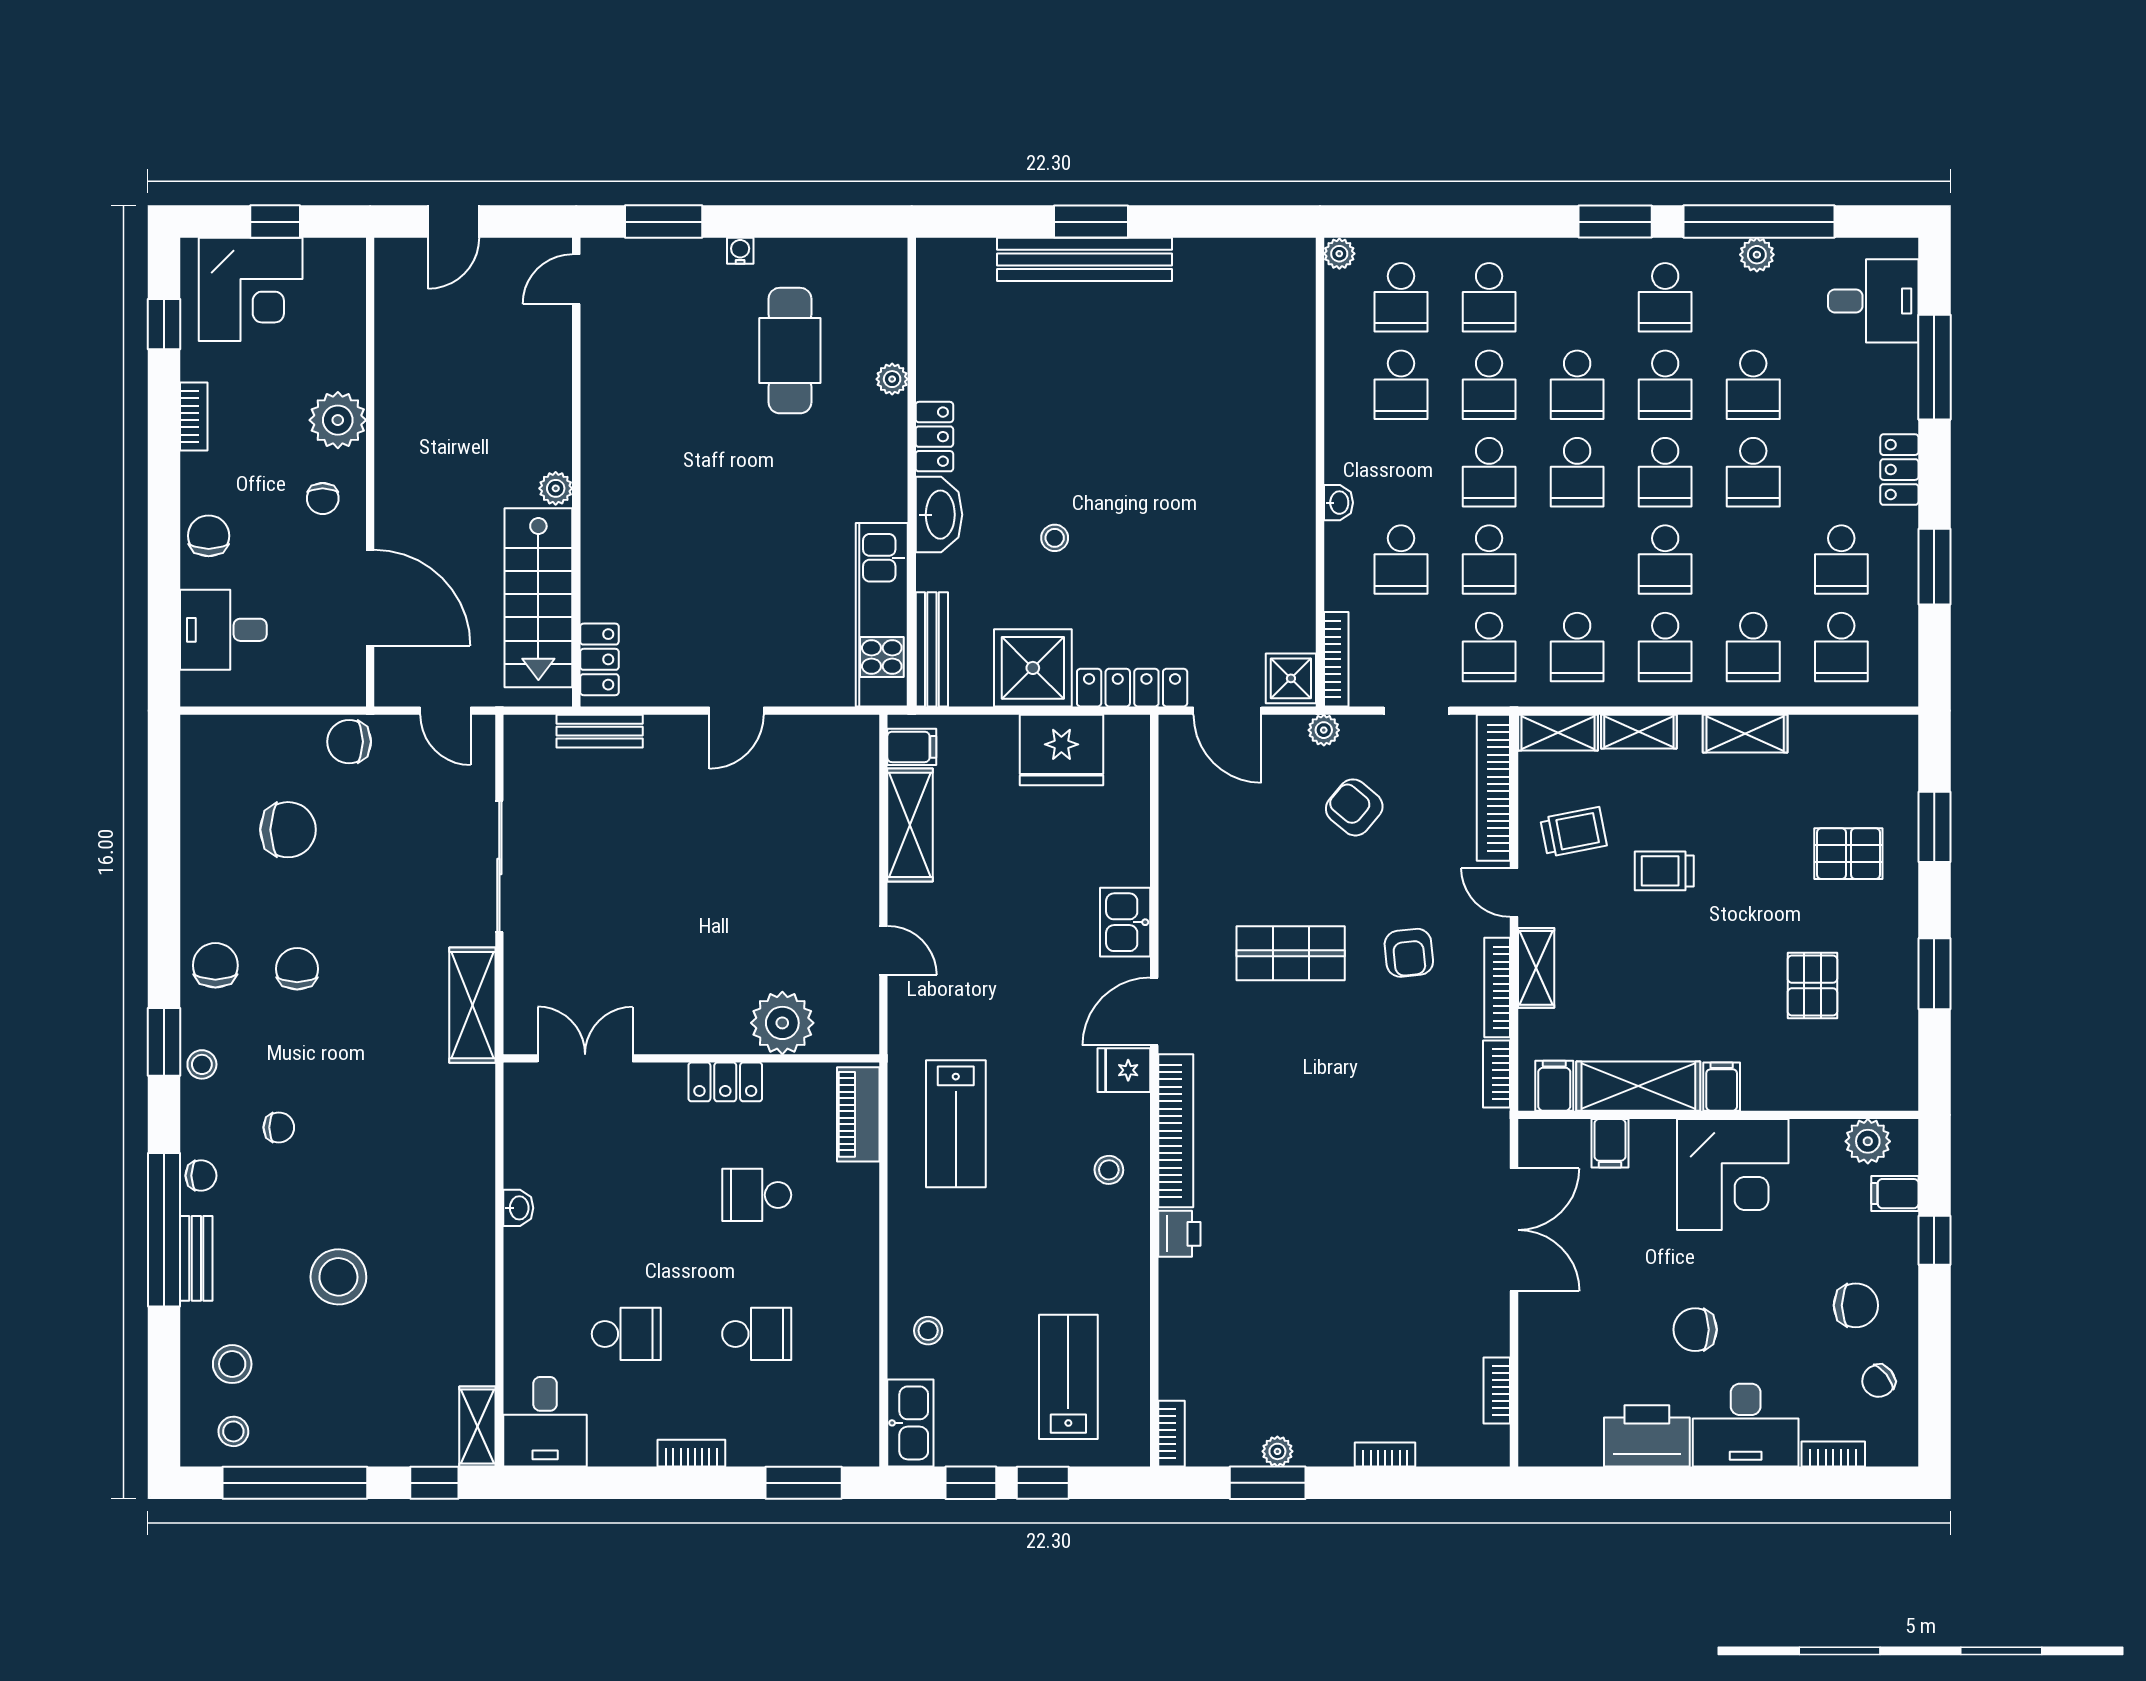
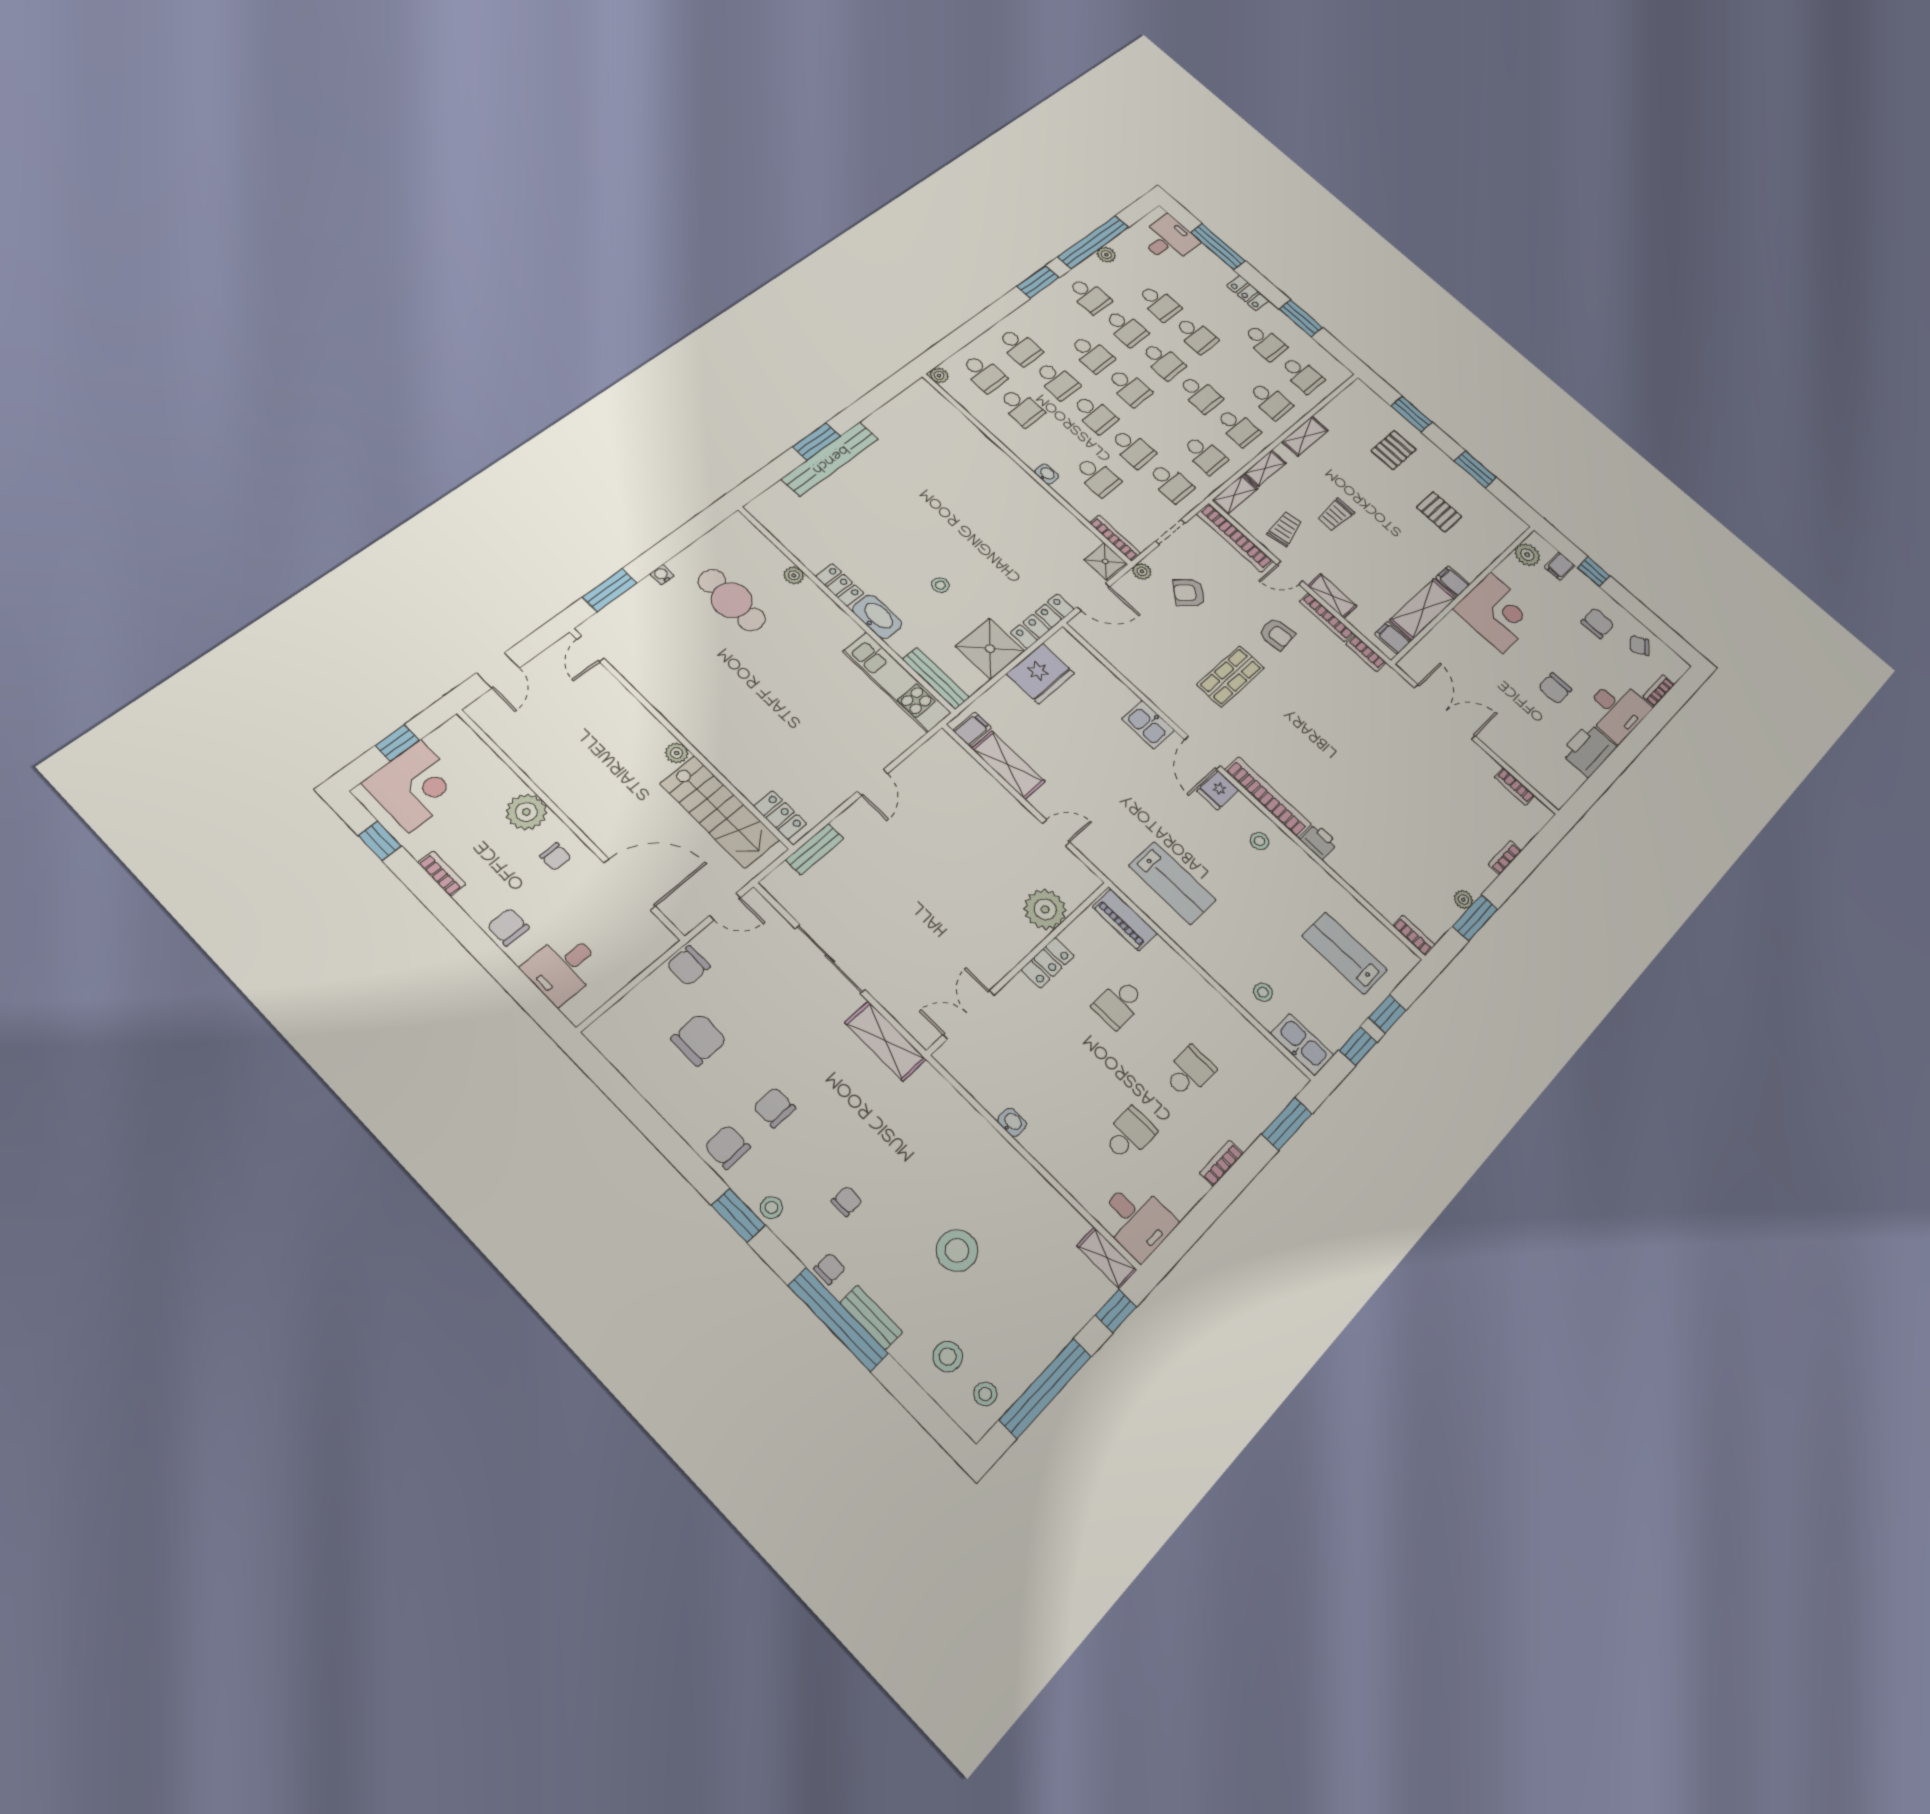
filing cabinet: (1610, 1143) -> (1439, 642), removed
chair: (1879, 1381) -> (1640, 646), turned 93

